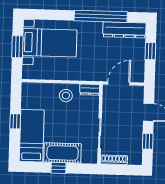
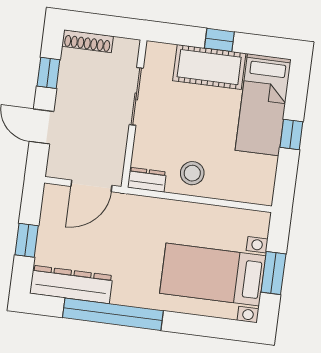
shoe rack: (114, 160) -> (88, 41), moved

